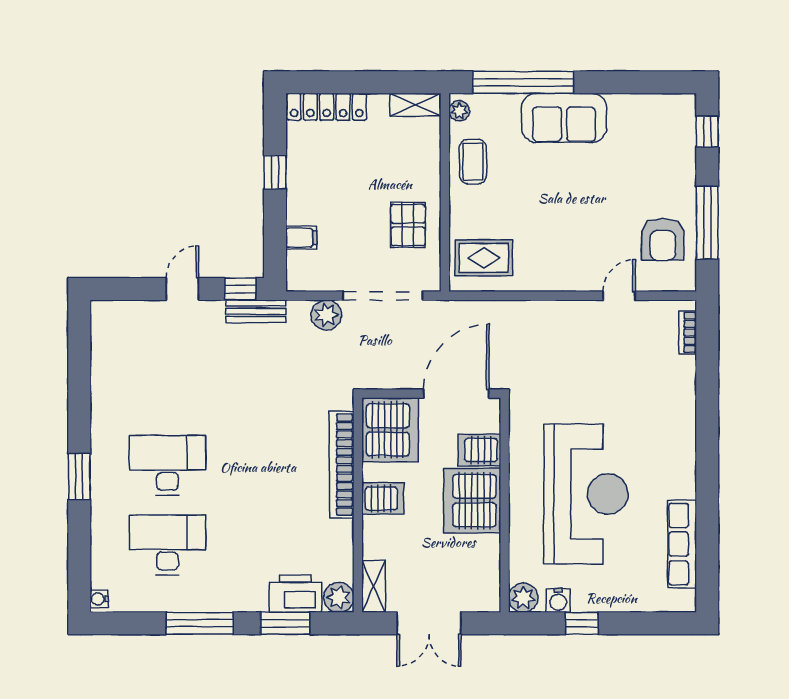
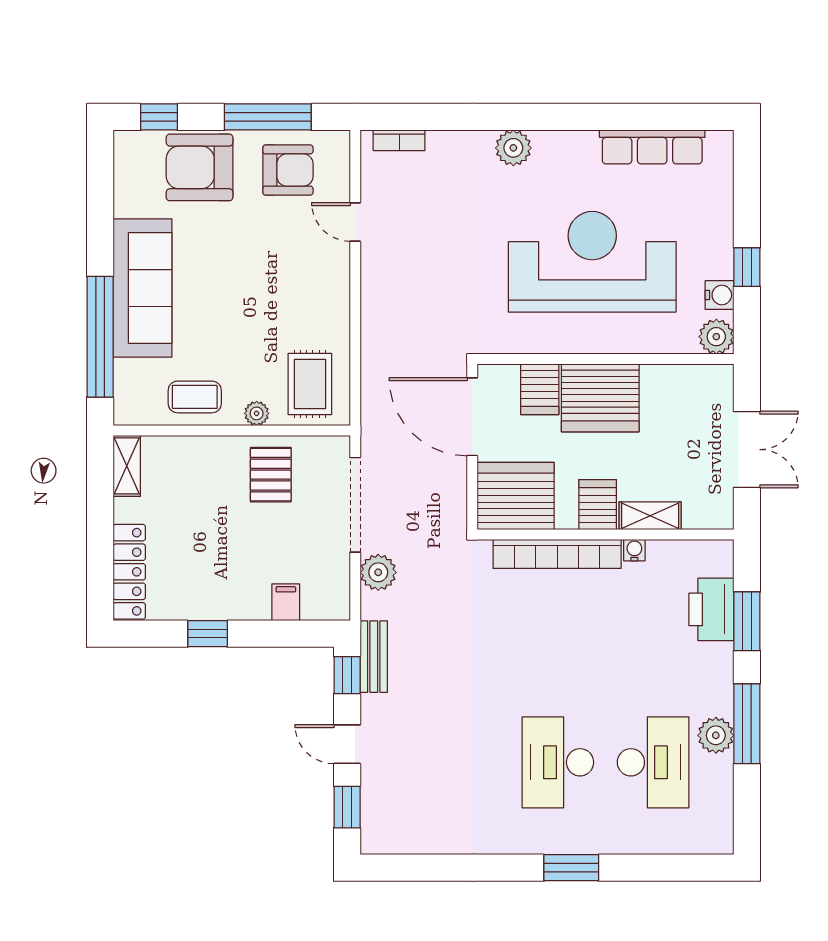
plant: (459, 111) -> (257, 413), moved
sofa: (564, 118) -> (143, 288), width x1.36
armchair: (665, 166) -> (200, 167), added
pallet: (408, 225) -> (271, 475), turned 90
window: (130, 289) -> (347, 807), added
plant: (681, 428) -> (513, 148), added
desk: (167, 545) -> (653, 762), turned 180
shelving: (374, 587) -> (650, 516), moved
plant: (339, 597) -> (716, 735), moved
water cooler: (99, 599) -> (634, 550), moved, turned 180

